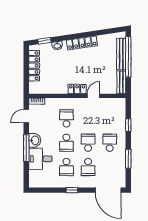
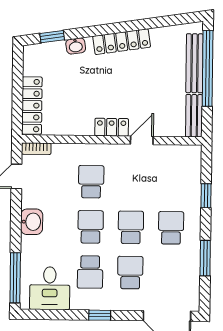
locker: (34, 66) -> (32, 106), moved
school desk: (66, 143) -> (91, 227), turned 180
window: (26, 148) -> (15, 278), moved
desk: (40, 159) -> (50, 288), moved, turned -90
school desk: (88, 167) -> (130, 273), turned 180

